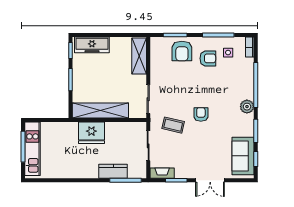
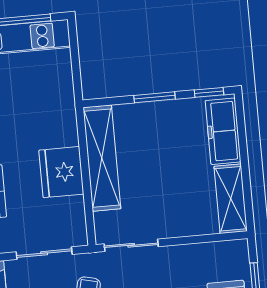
shelving: (139, 56) -> (231, 199), moved, turned 90
fridge: (91, 133) -> (61, 172), moved

